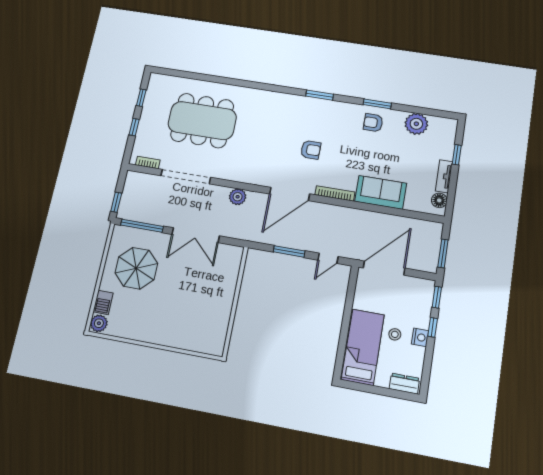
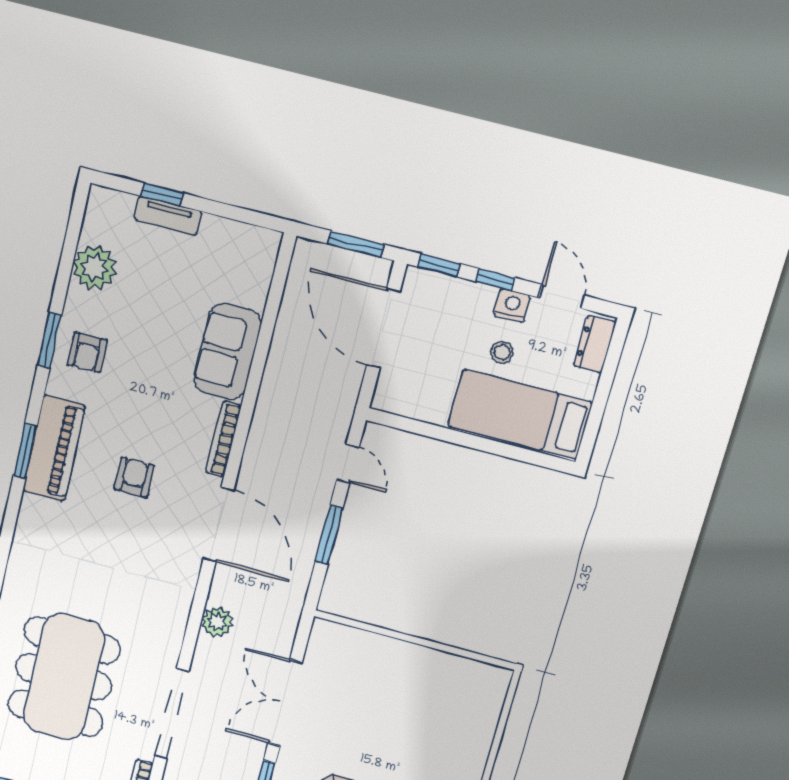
piano: (322, 109) -> (54, 448), added
tv unit: (444, 176) -> (168, 216), moved
floor lamp: (439, 200) -> (251, 240), removed
double door: (196, 235) -> (285, 703), swing flipped
door: (384, 268) -> (383, 328), moved
door: (428, 363) -> (562, 297), added

